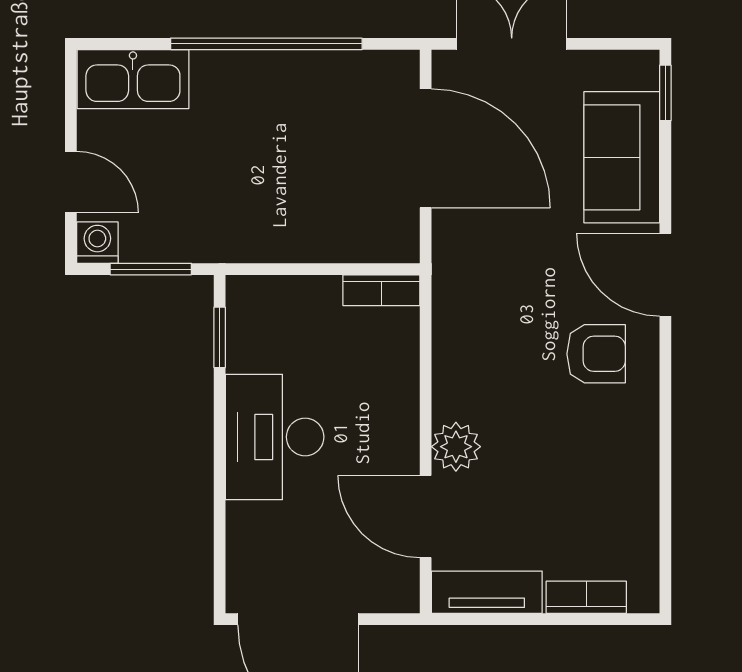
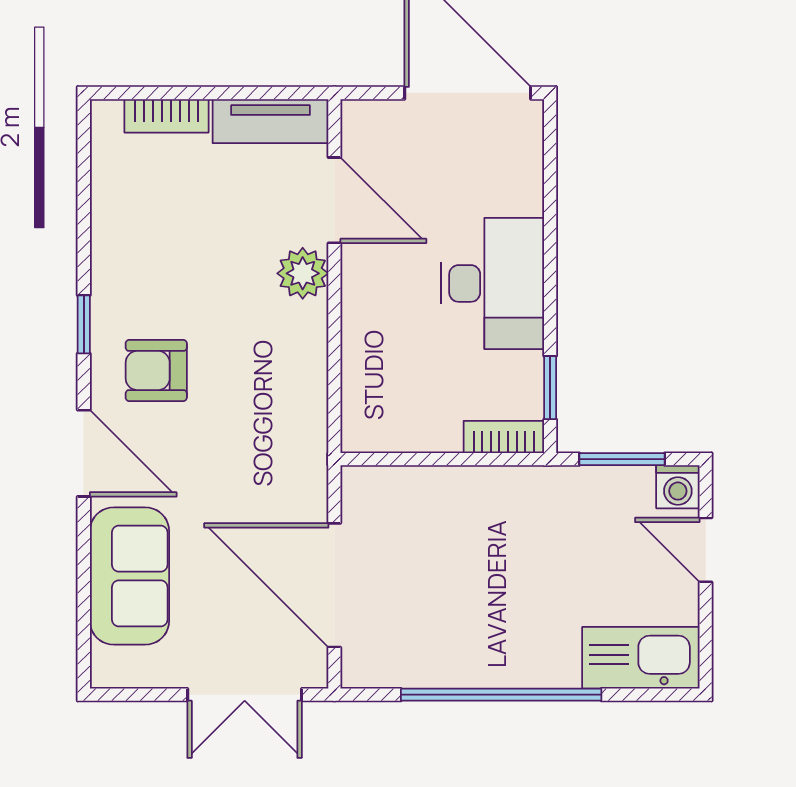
window: (665, 93) -> (84, 324), moved
bookcase: (381, 290) -> (504, 437), moved

